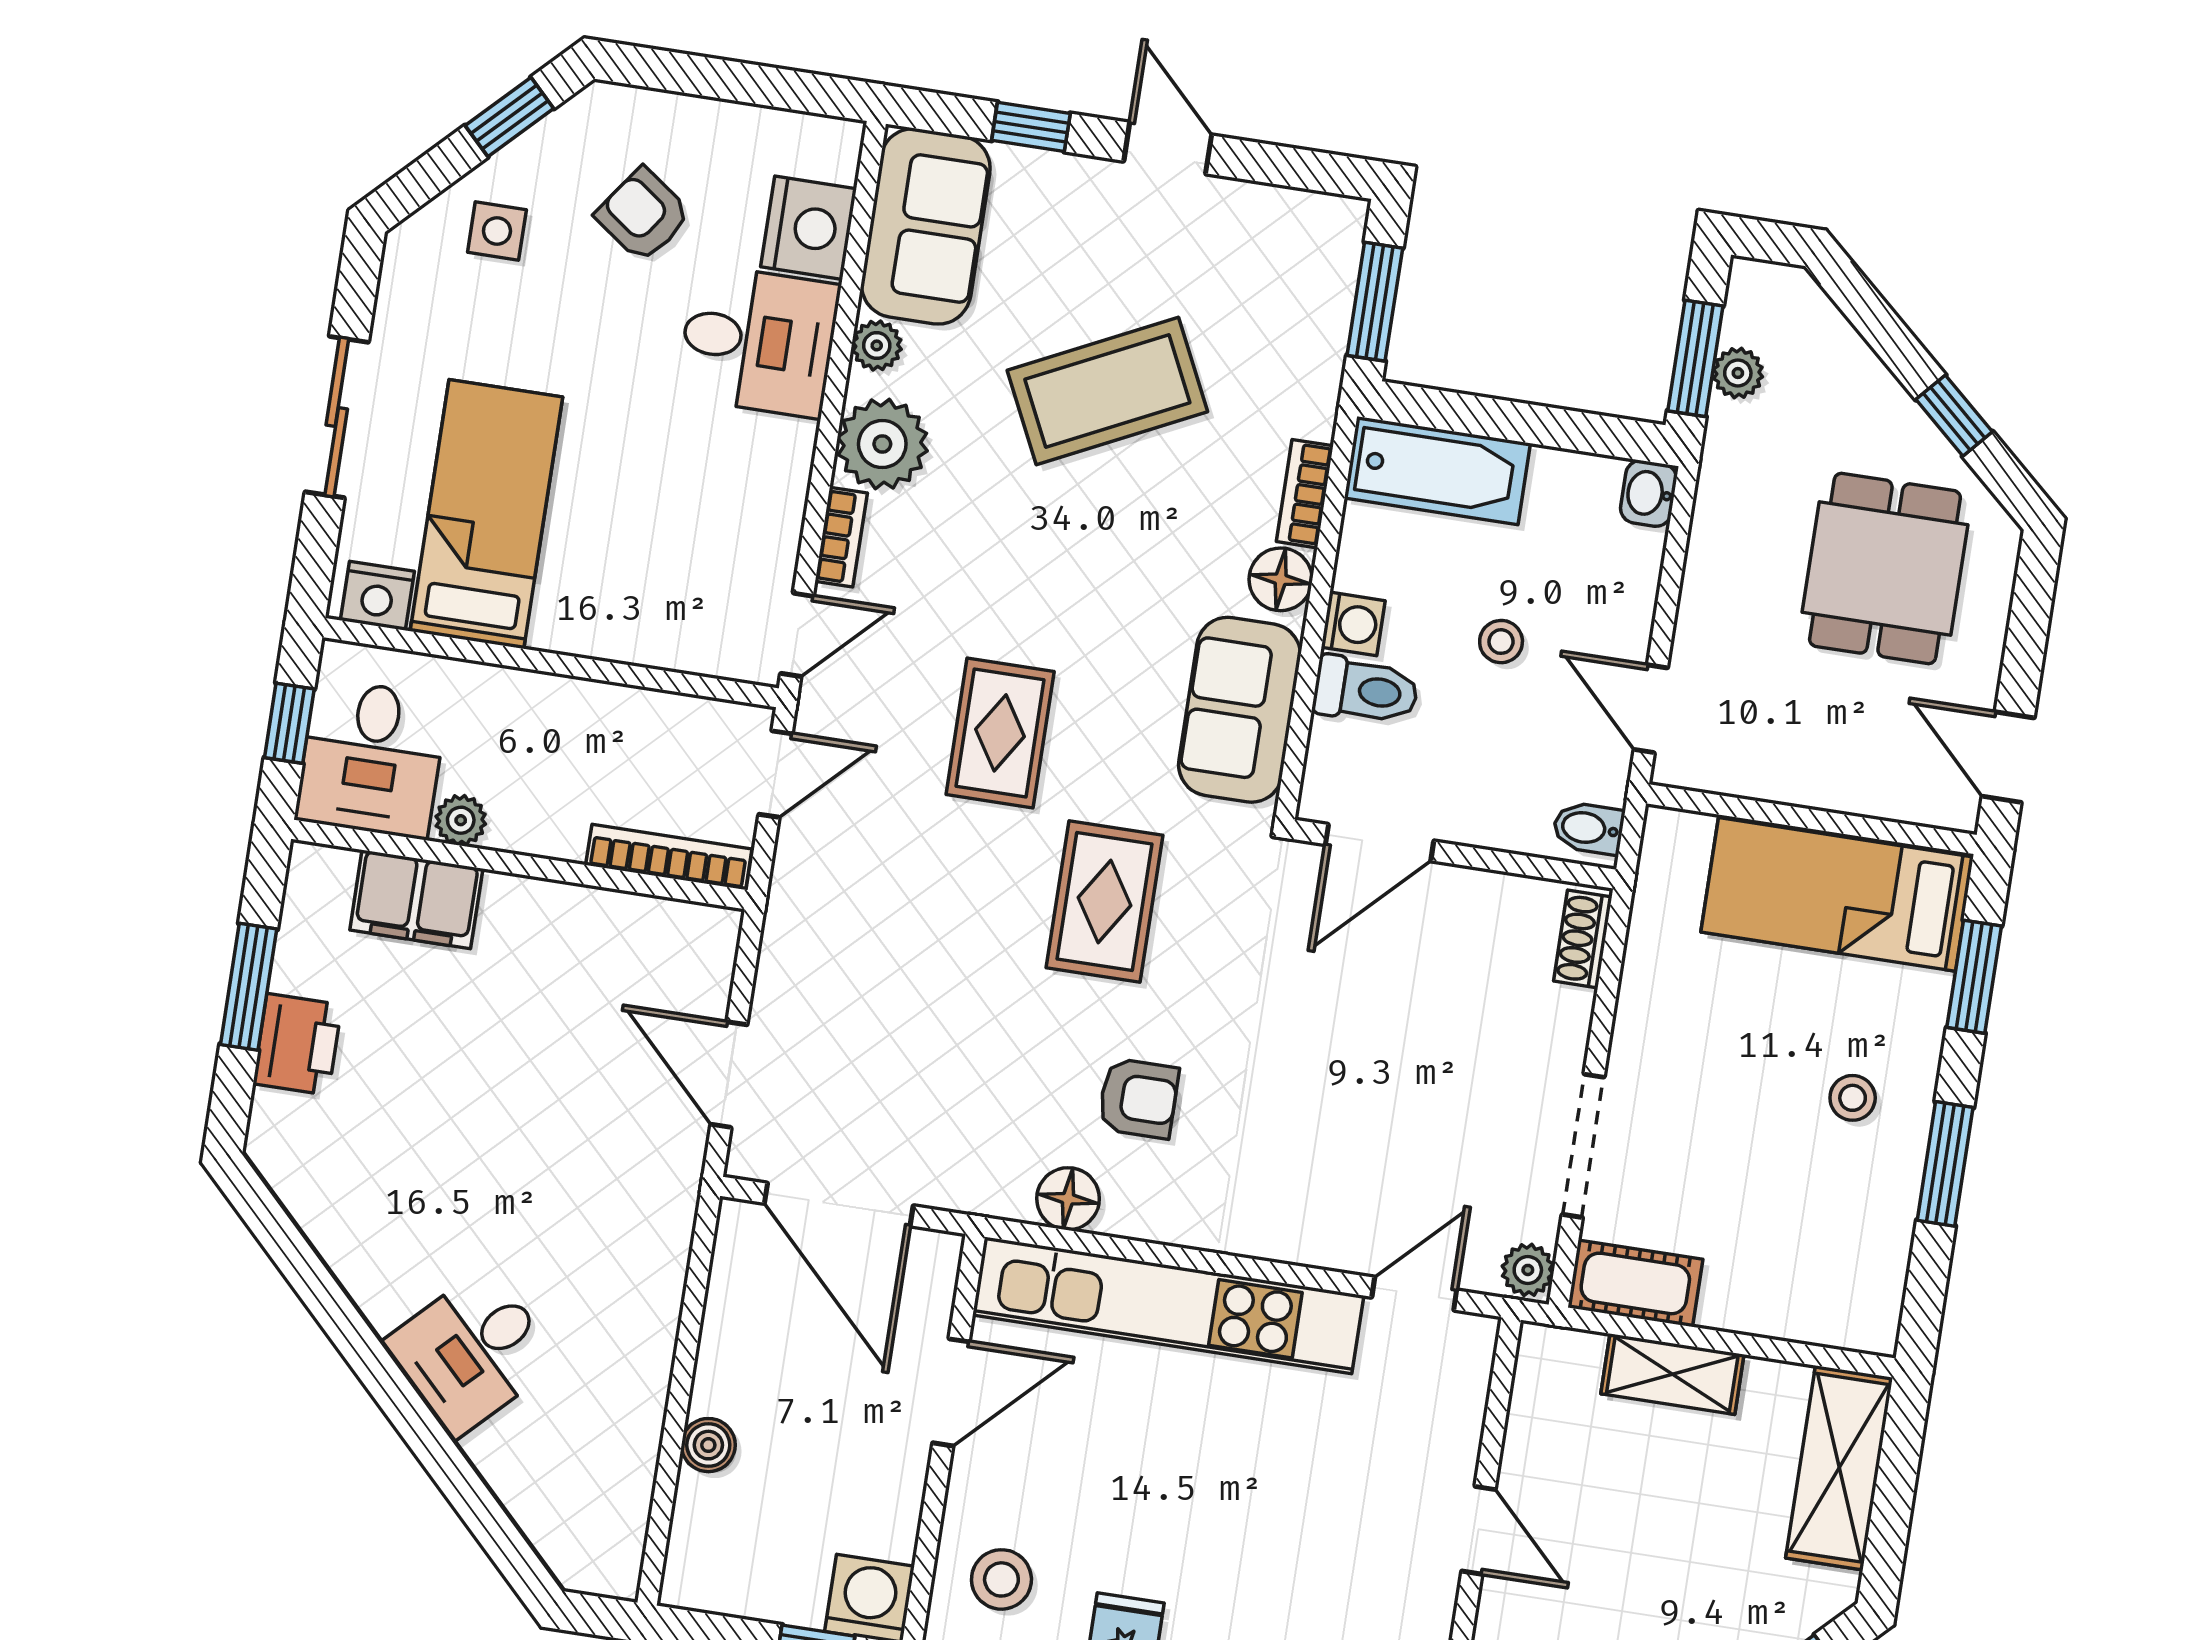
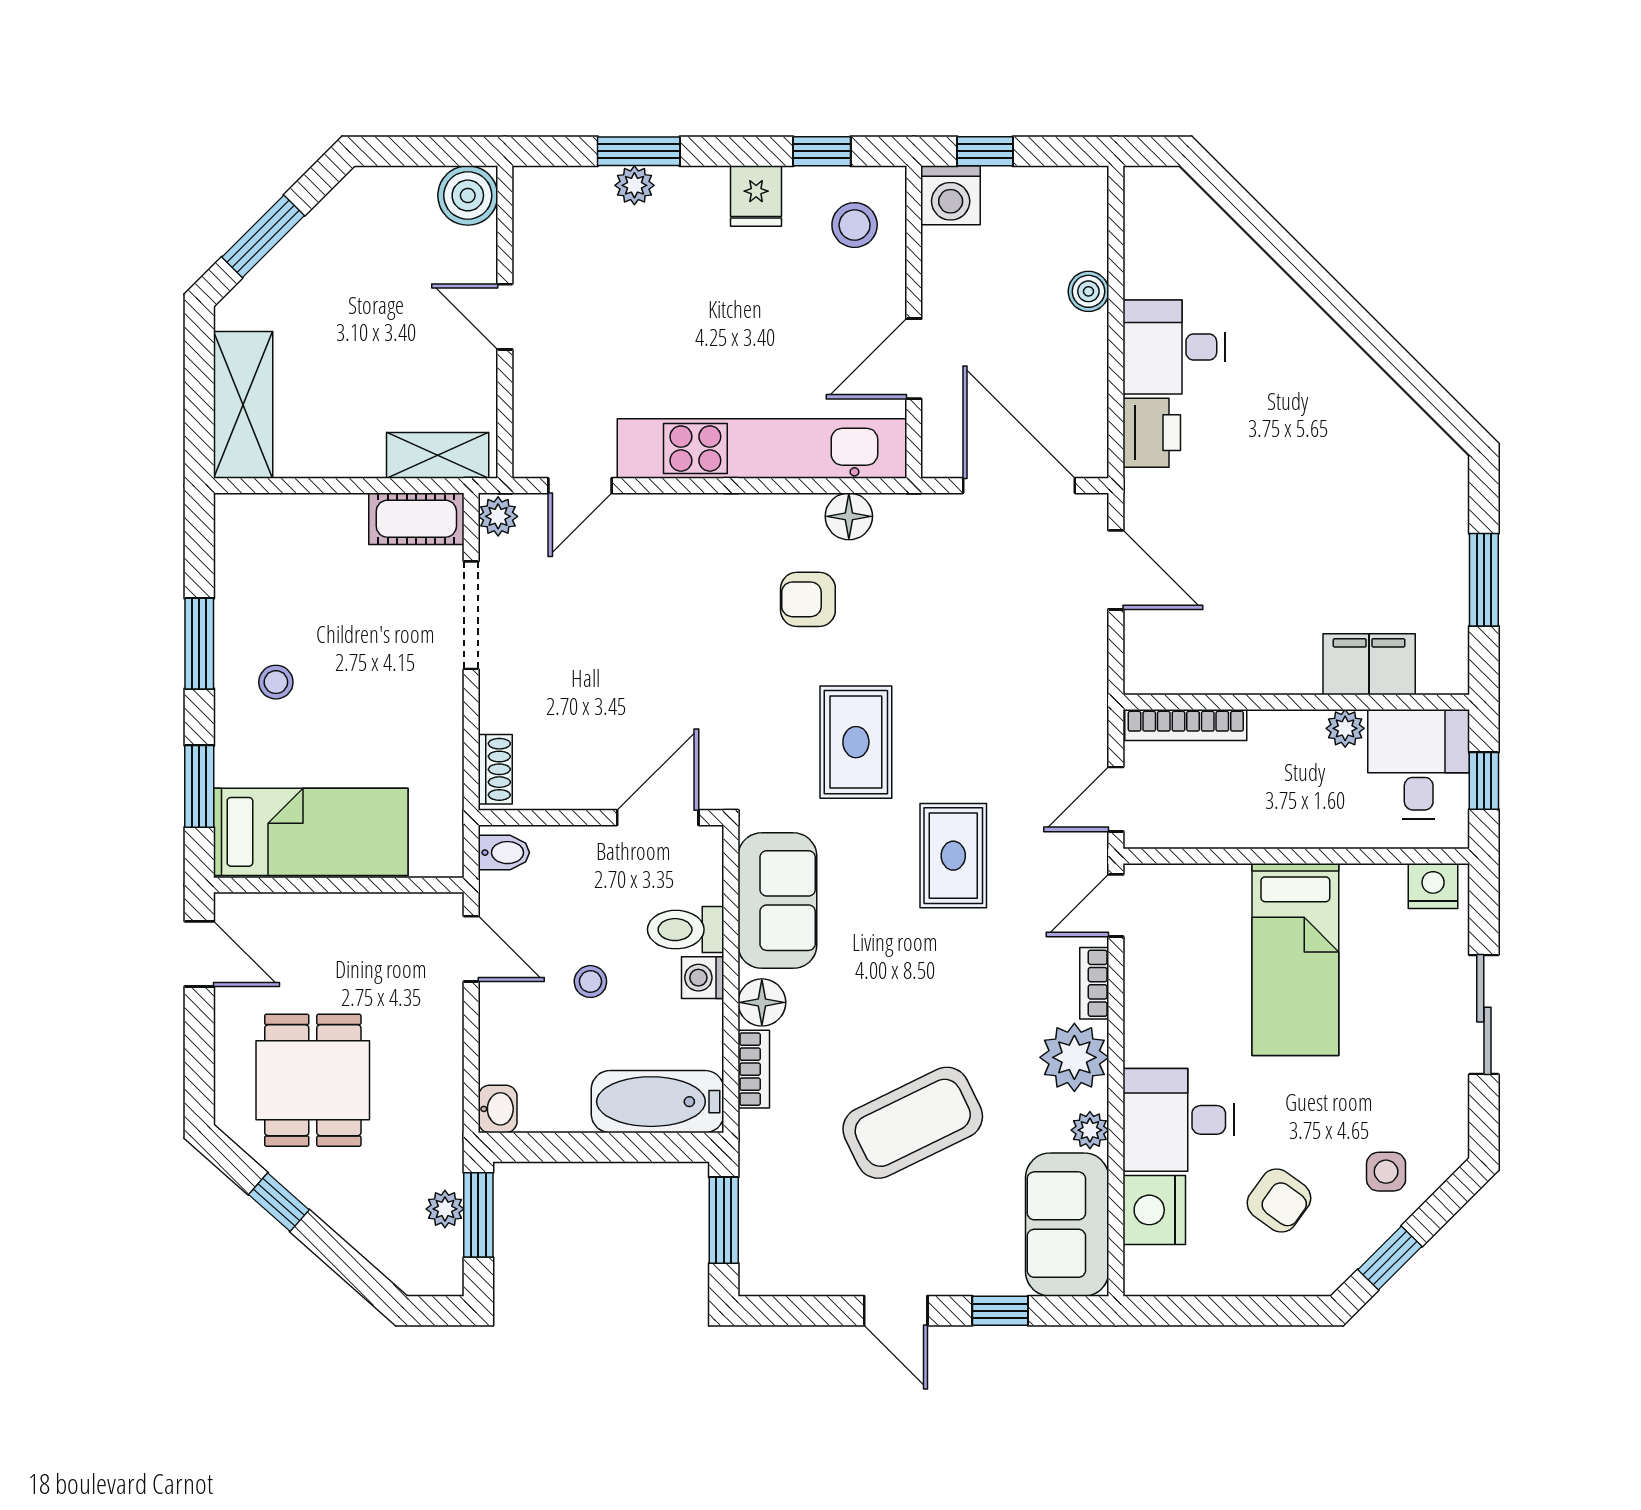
bed: (486, 514) -> (1295, 959), moved
printer: (298, 1044) -> (1152, 433), moved, turned 180
desk: (472, 1352) -> (1174, 347), moved, turned -135
shelving: (1672, 1374) -> (438, 455), moved

